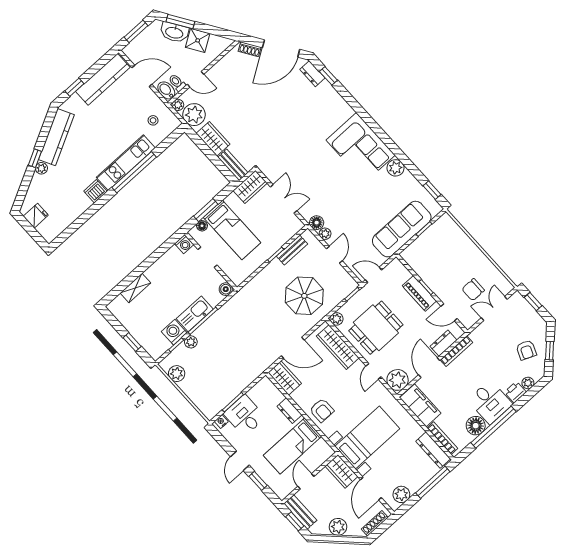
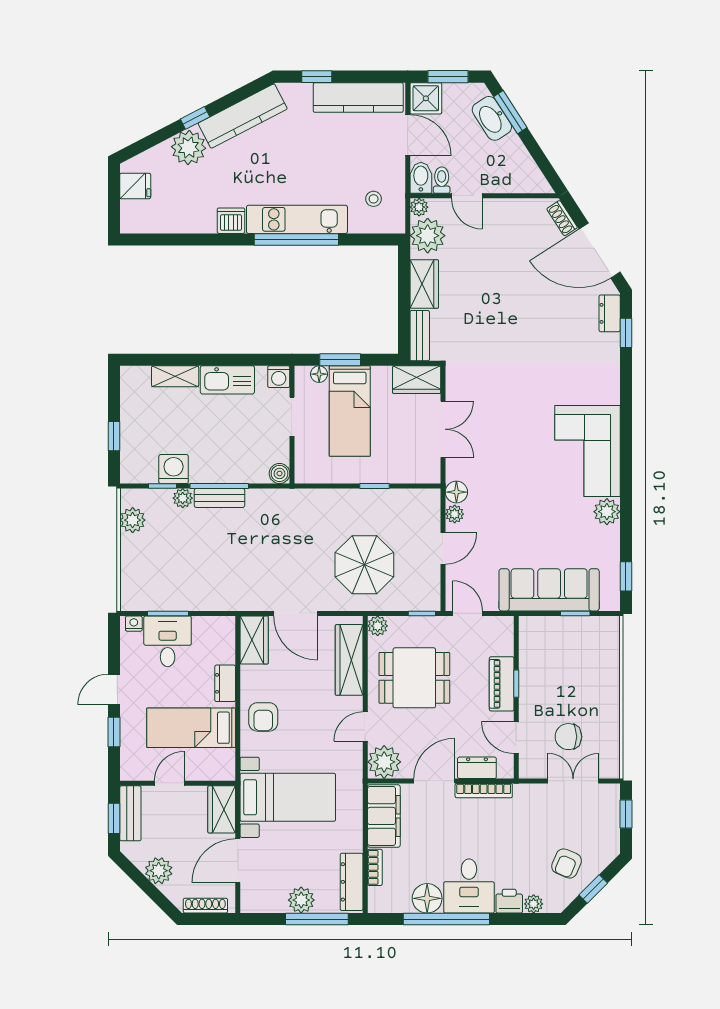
shower: (198, 40) -> (426, 98), moved, turned 33
plant: (41, 168) -> (189, 148), width x1.88, depth x1.88
bench: (292, 250) -> (219, 498), moved
kitchen sink: (195, 314) -> (227, 380), moved, turned 180
bookcase: (442, 438) -> (375, 867), width x0.64
plant: (401, 494) -> (301, 900), moved

